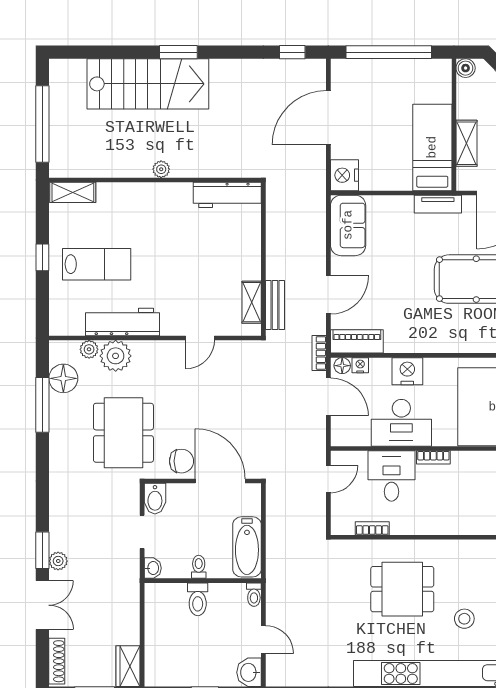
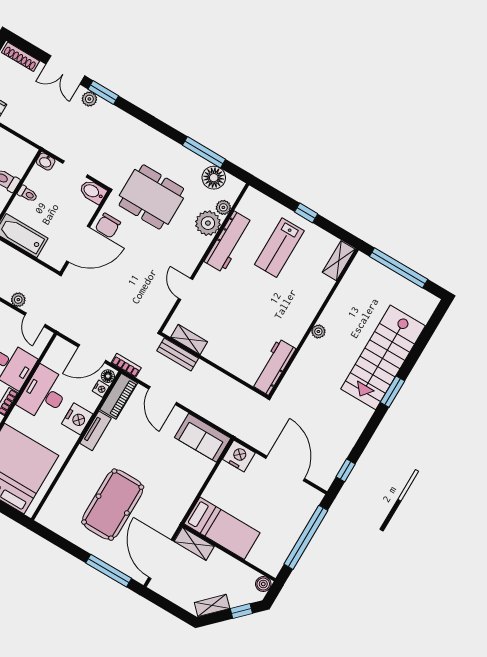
shelving: (466, 143) -> (194, 544), moved
tv unit: (438, 204) -> (95, 431), moved, turned 180
plant: (317, 510) -> (18, 300), added

